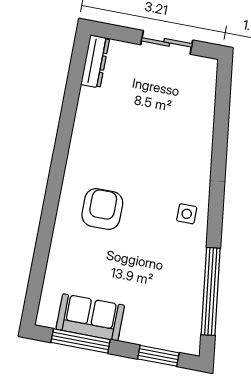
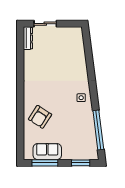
sliding door: (167, 42) -> (45, 24), moved
armchair: (102, 209) -> (40, 117), moved, turned -147

